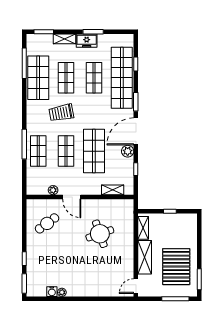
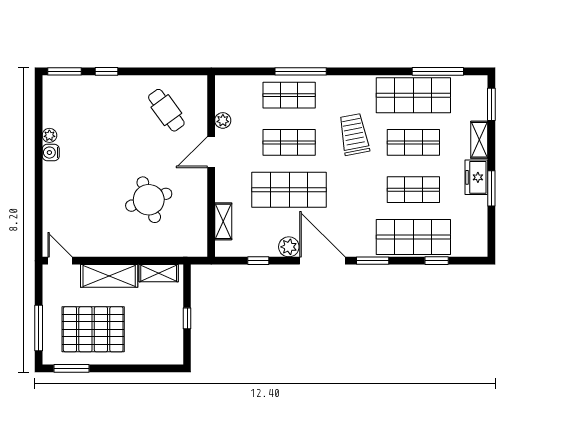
shop shelf: (122, 78) -> (413, 237), width x0.71
water cooler: (52, 292) -> (51, 153), moved

